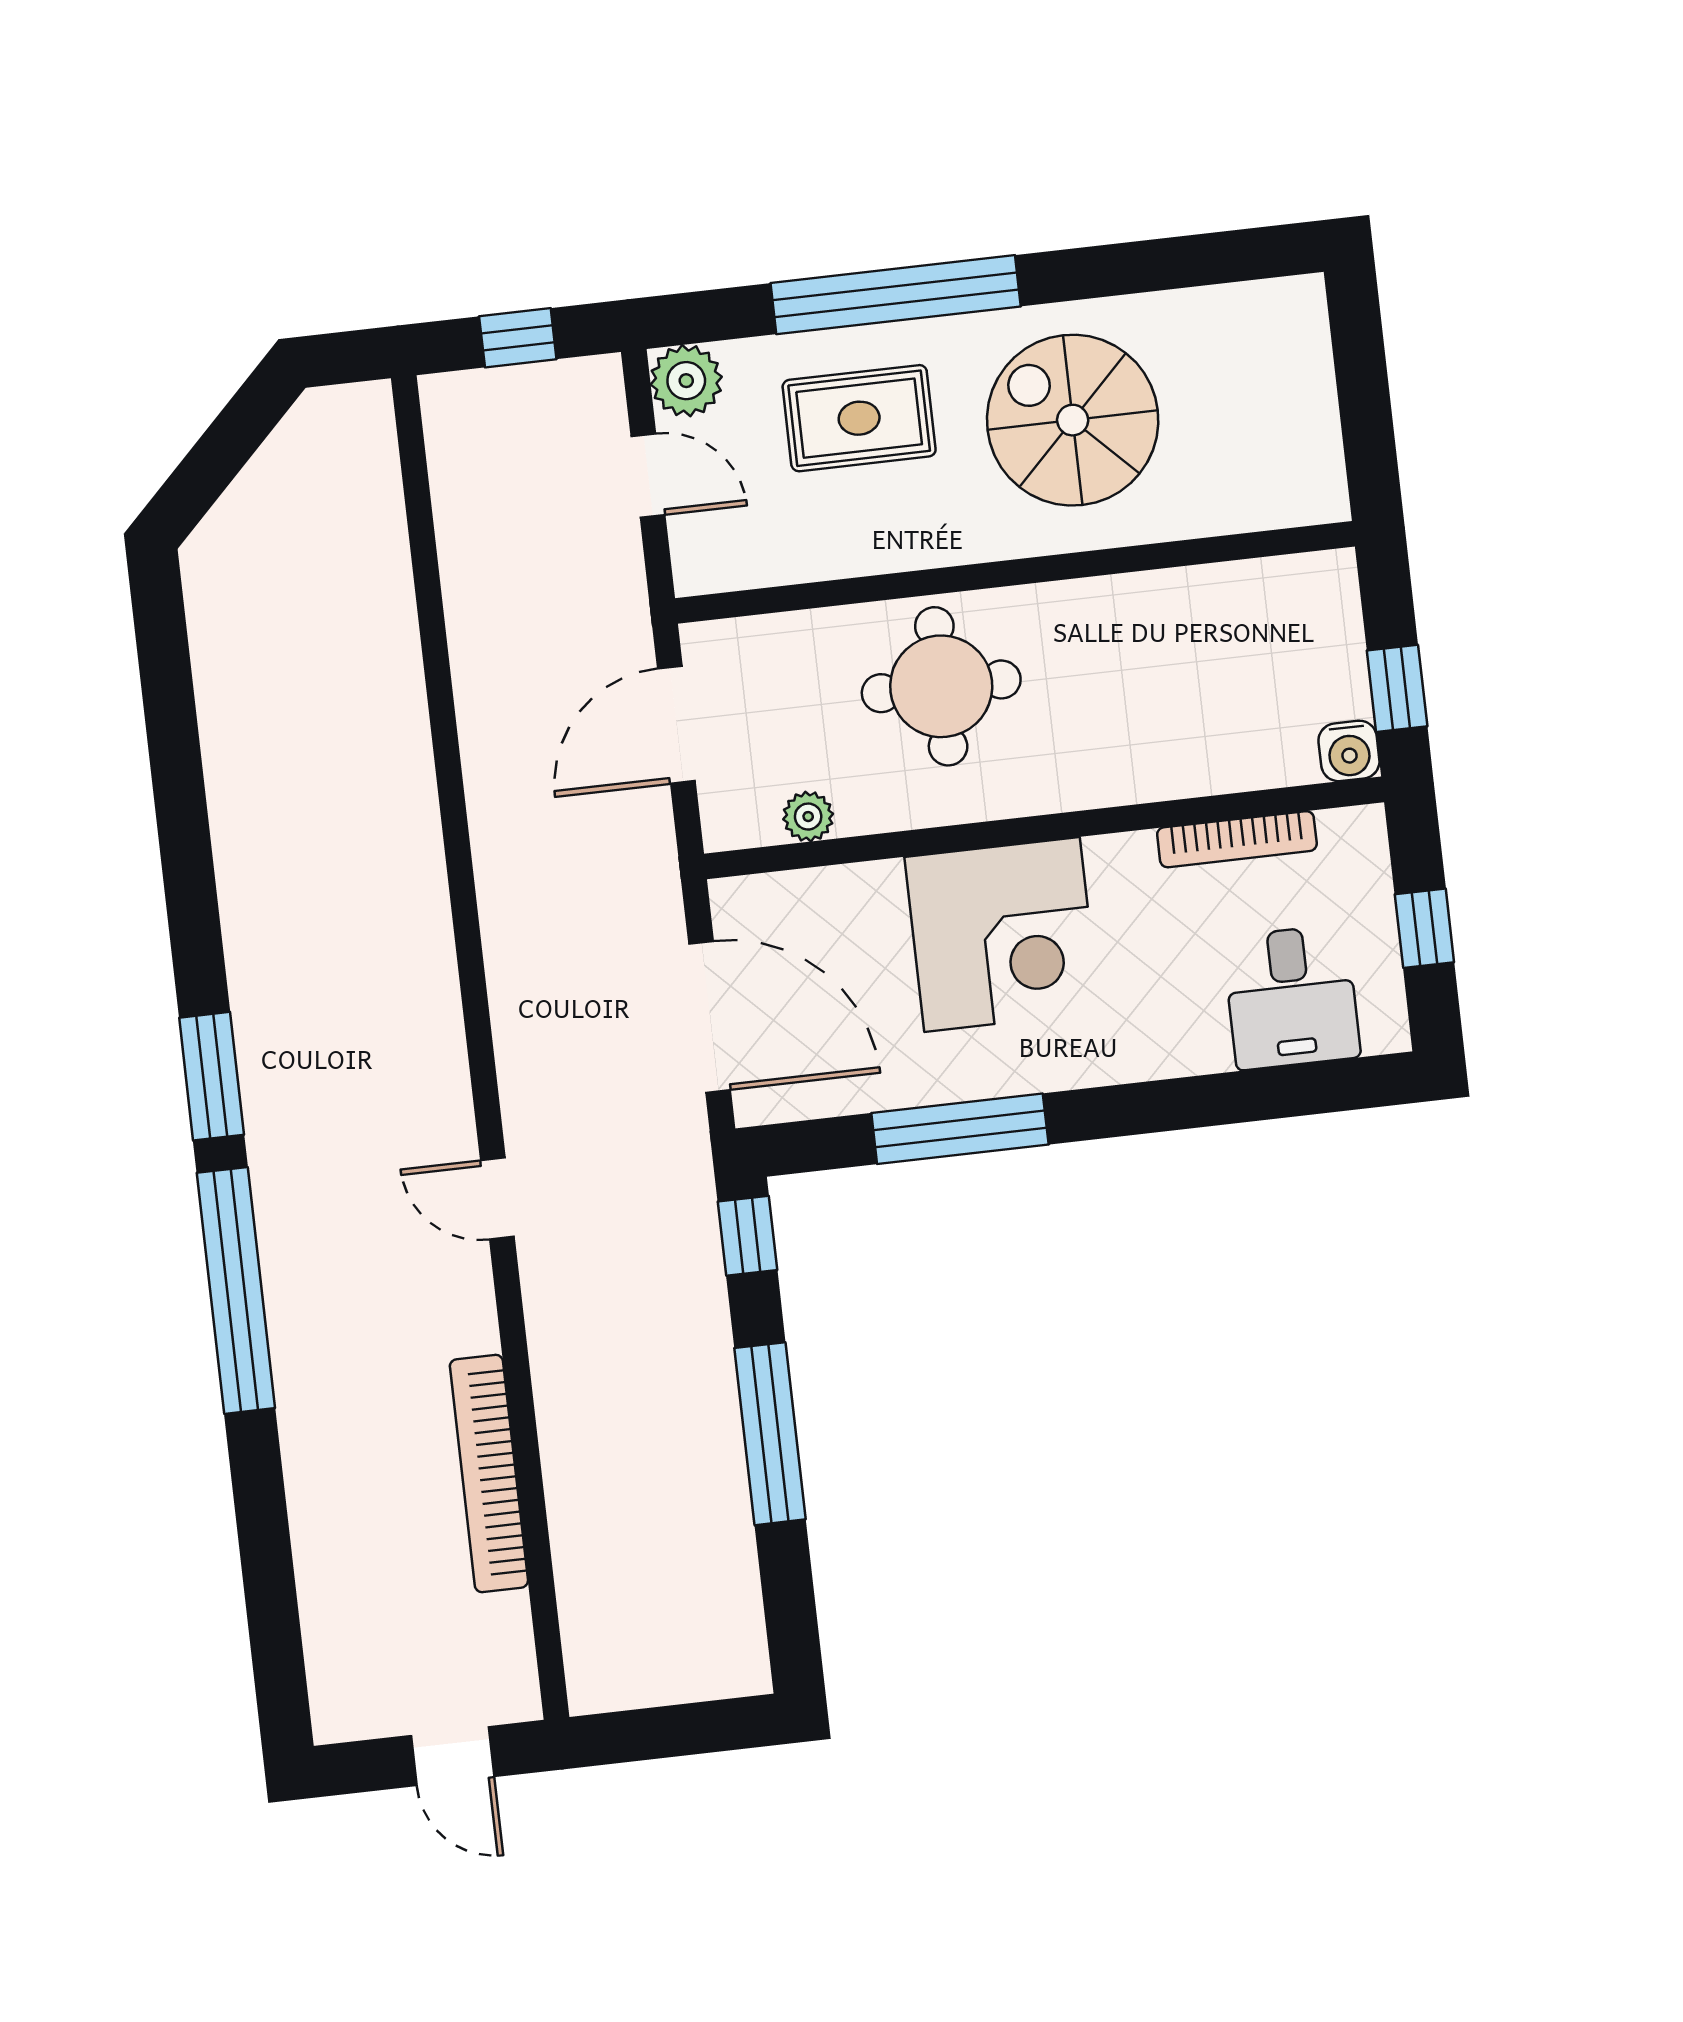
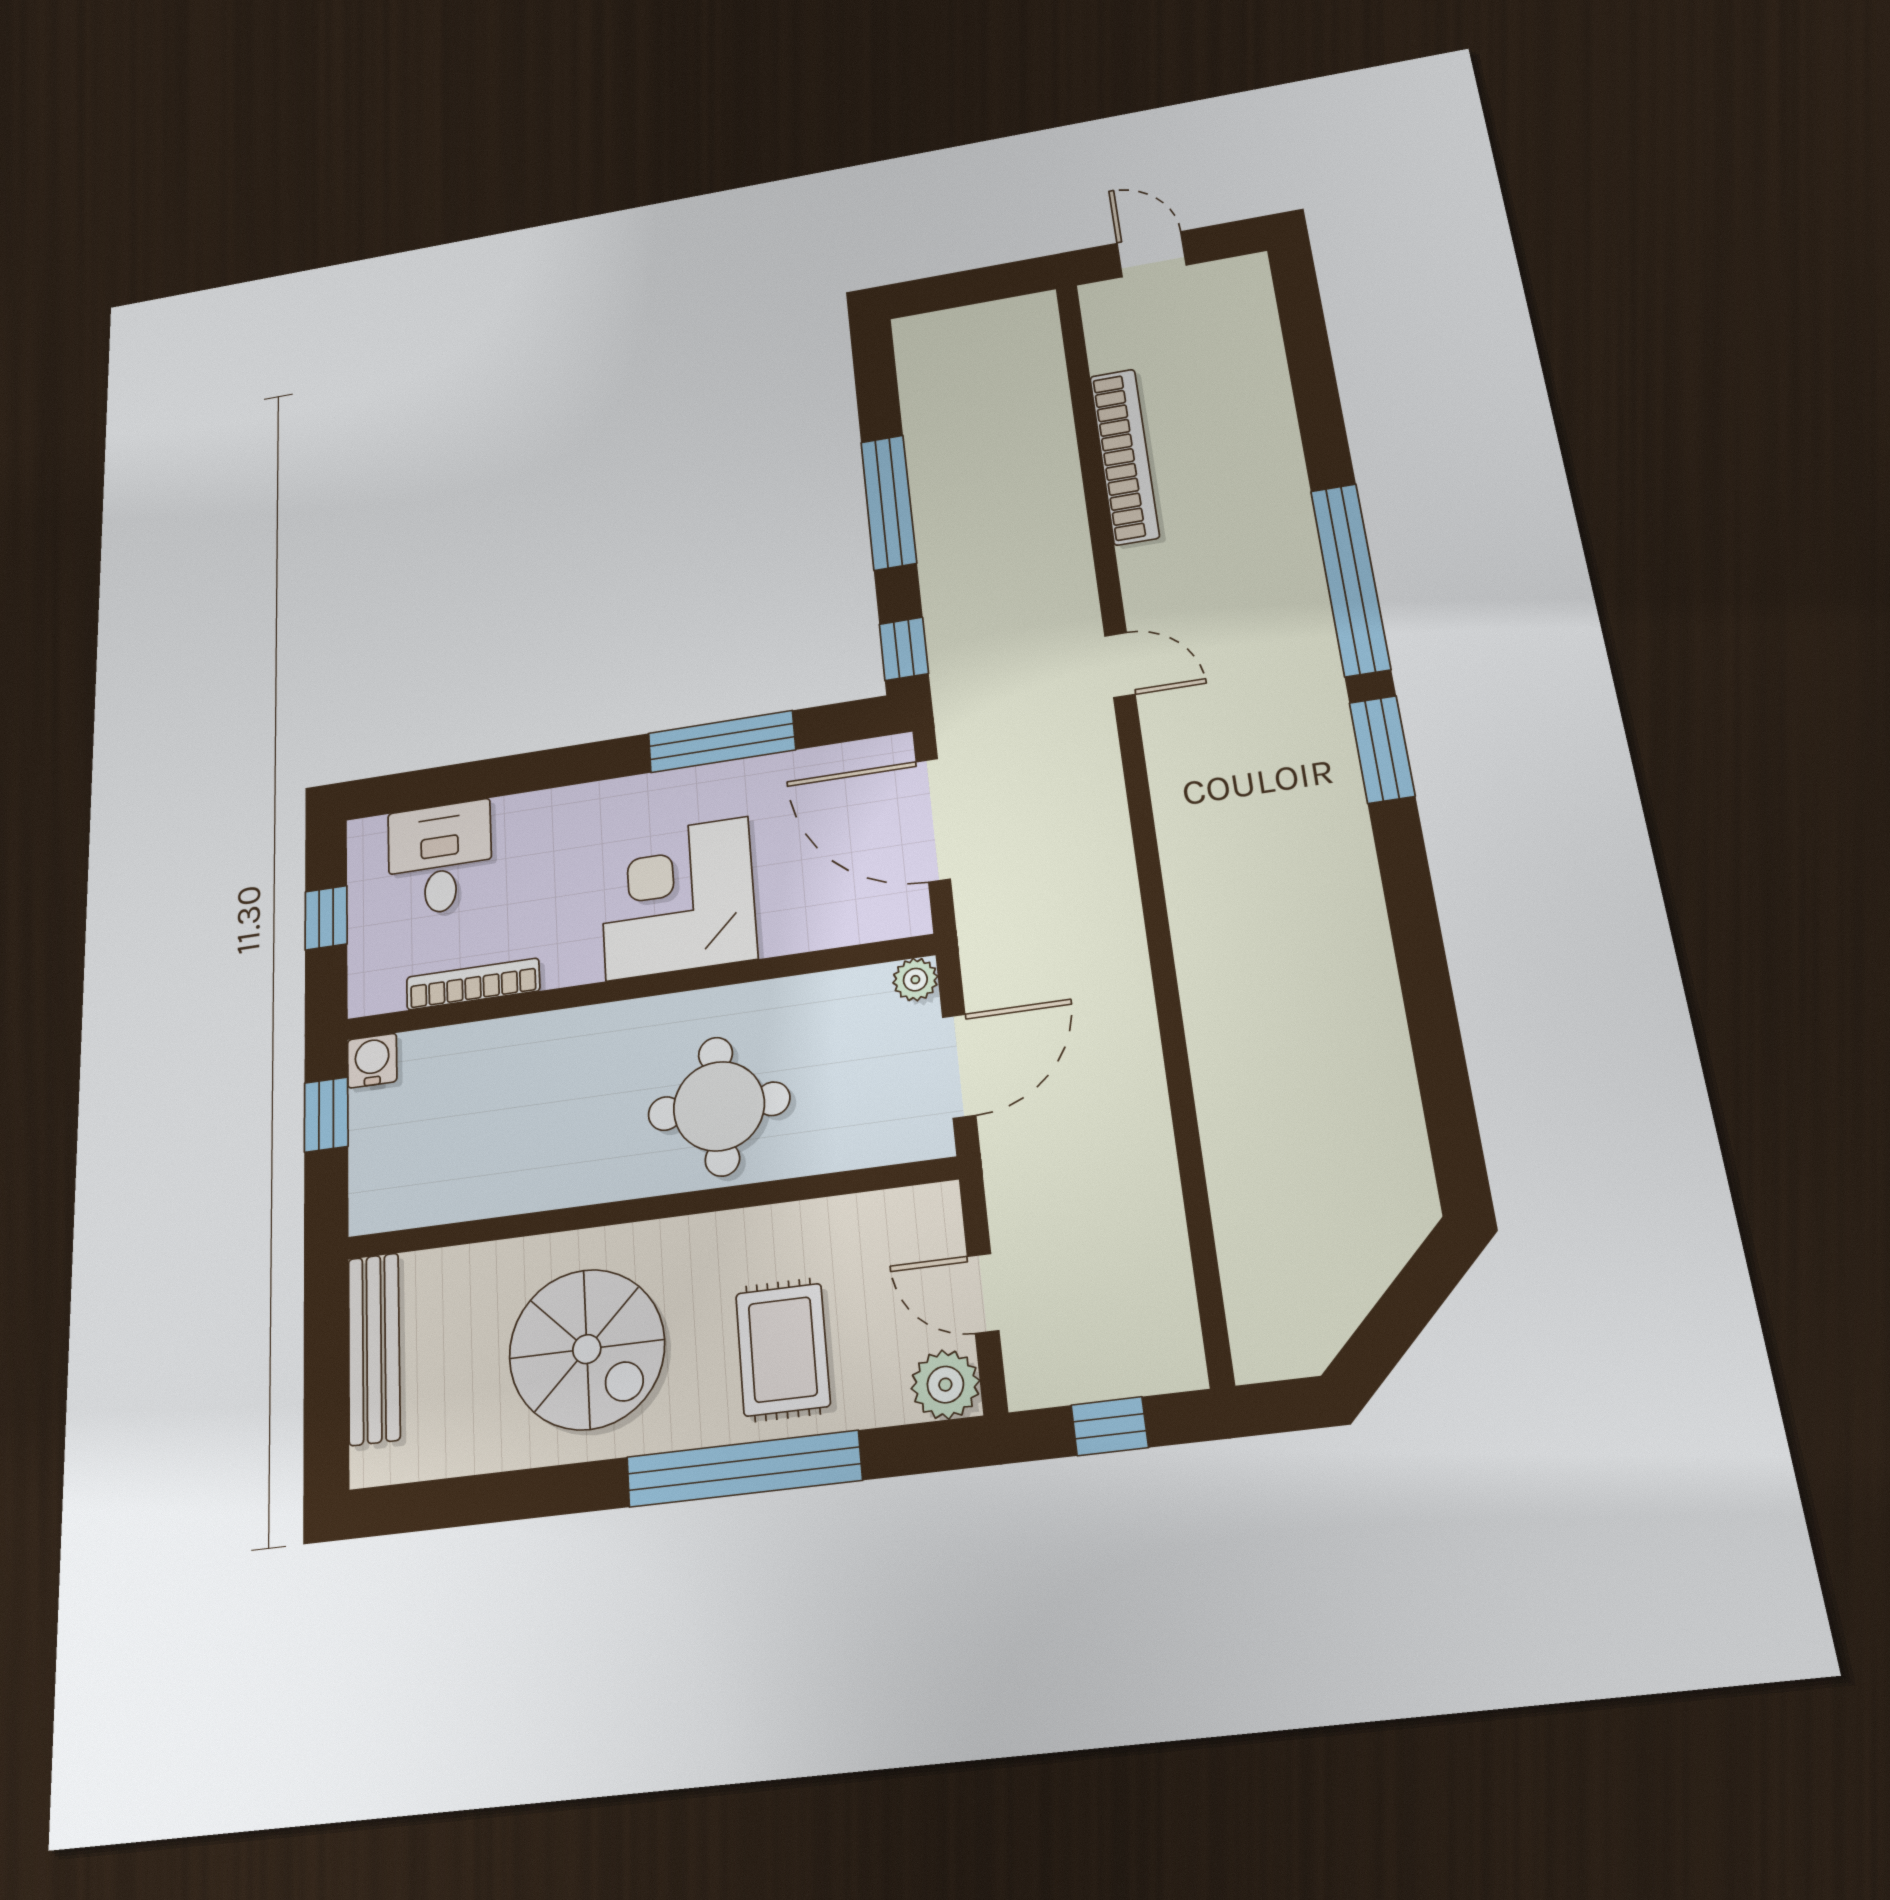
rug: (859, 418) -> (783, 1349), turned 90
bench: (1312, 423) -> (374, 1348), added
plant: (808, 817) -> (915, 980), moved

